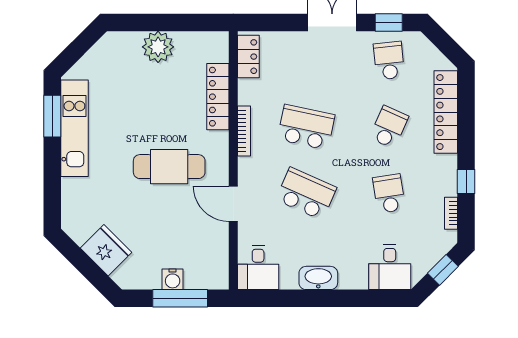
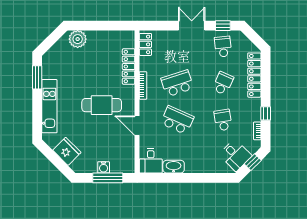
plant: (158, 47) -> (78, 39), moved
school desk: (306, 127) -> (177, 83), turned -30
kitchen unit: (74, 128) -> (49, 106), moved
desk: (390, 267) -> (235, 155), moved, turned -45
washbasin: (318, 278) -> (174, 167), moved

